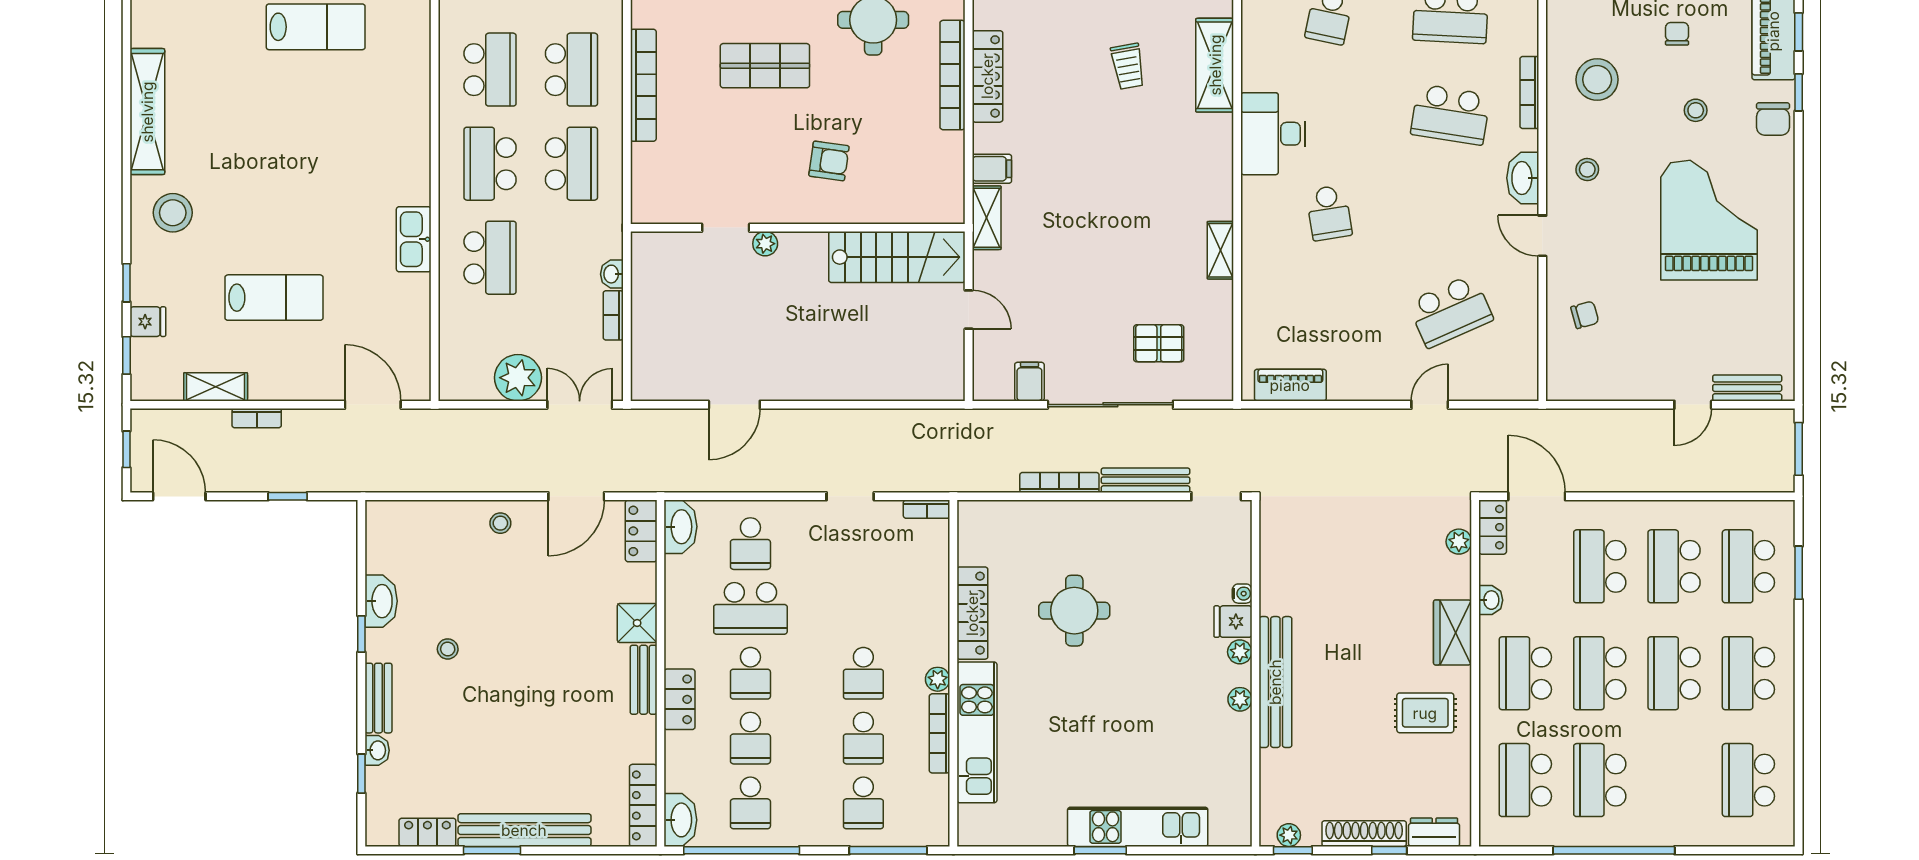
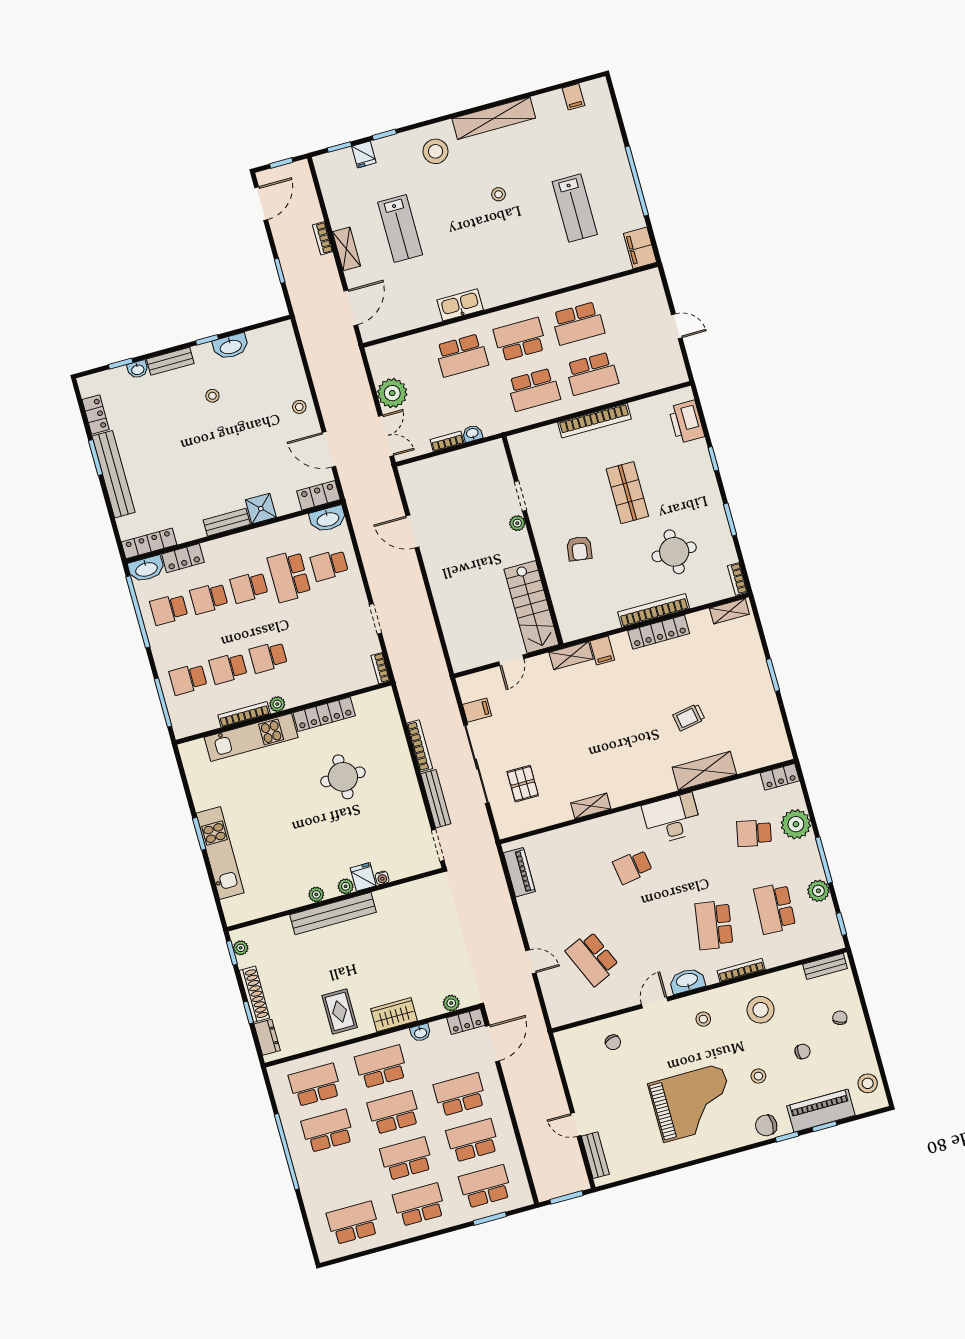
stool: (263, 136) -> (499, 194), added
shelving: (216, 387) -> (347, 249), moved
locker: (679, 699) -> (183, 558), moved

